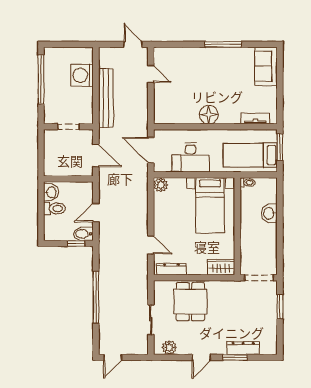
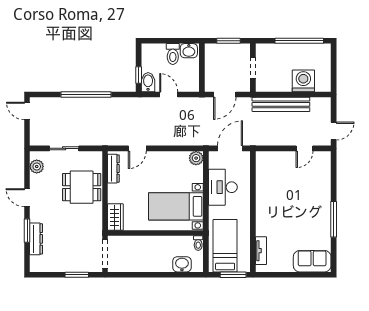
floor lamp: (209, 115) -> (265, 205), removed
window: (41, 152) -> (229, 41), added
washbasin: (269, 213) -> (182, 264), moved

